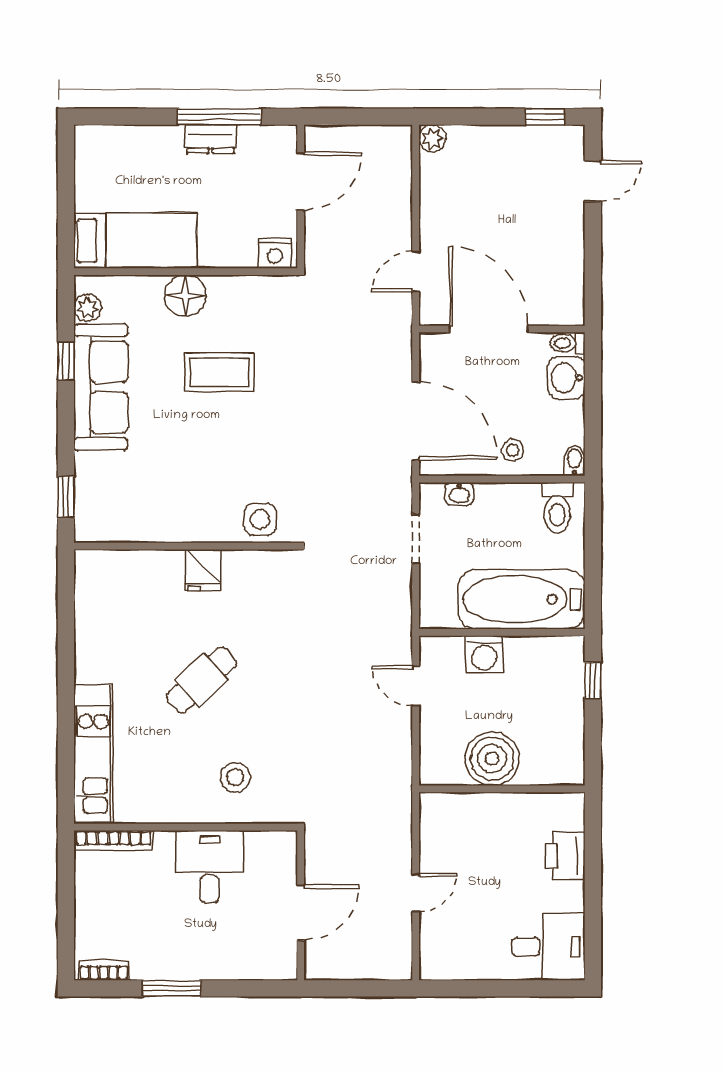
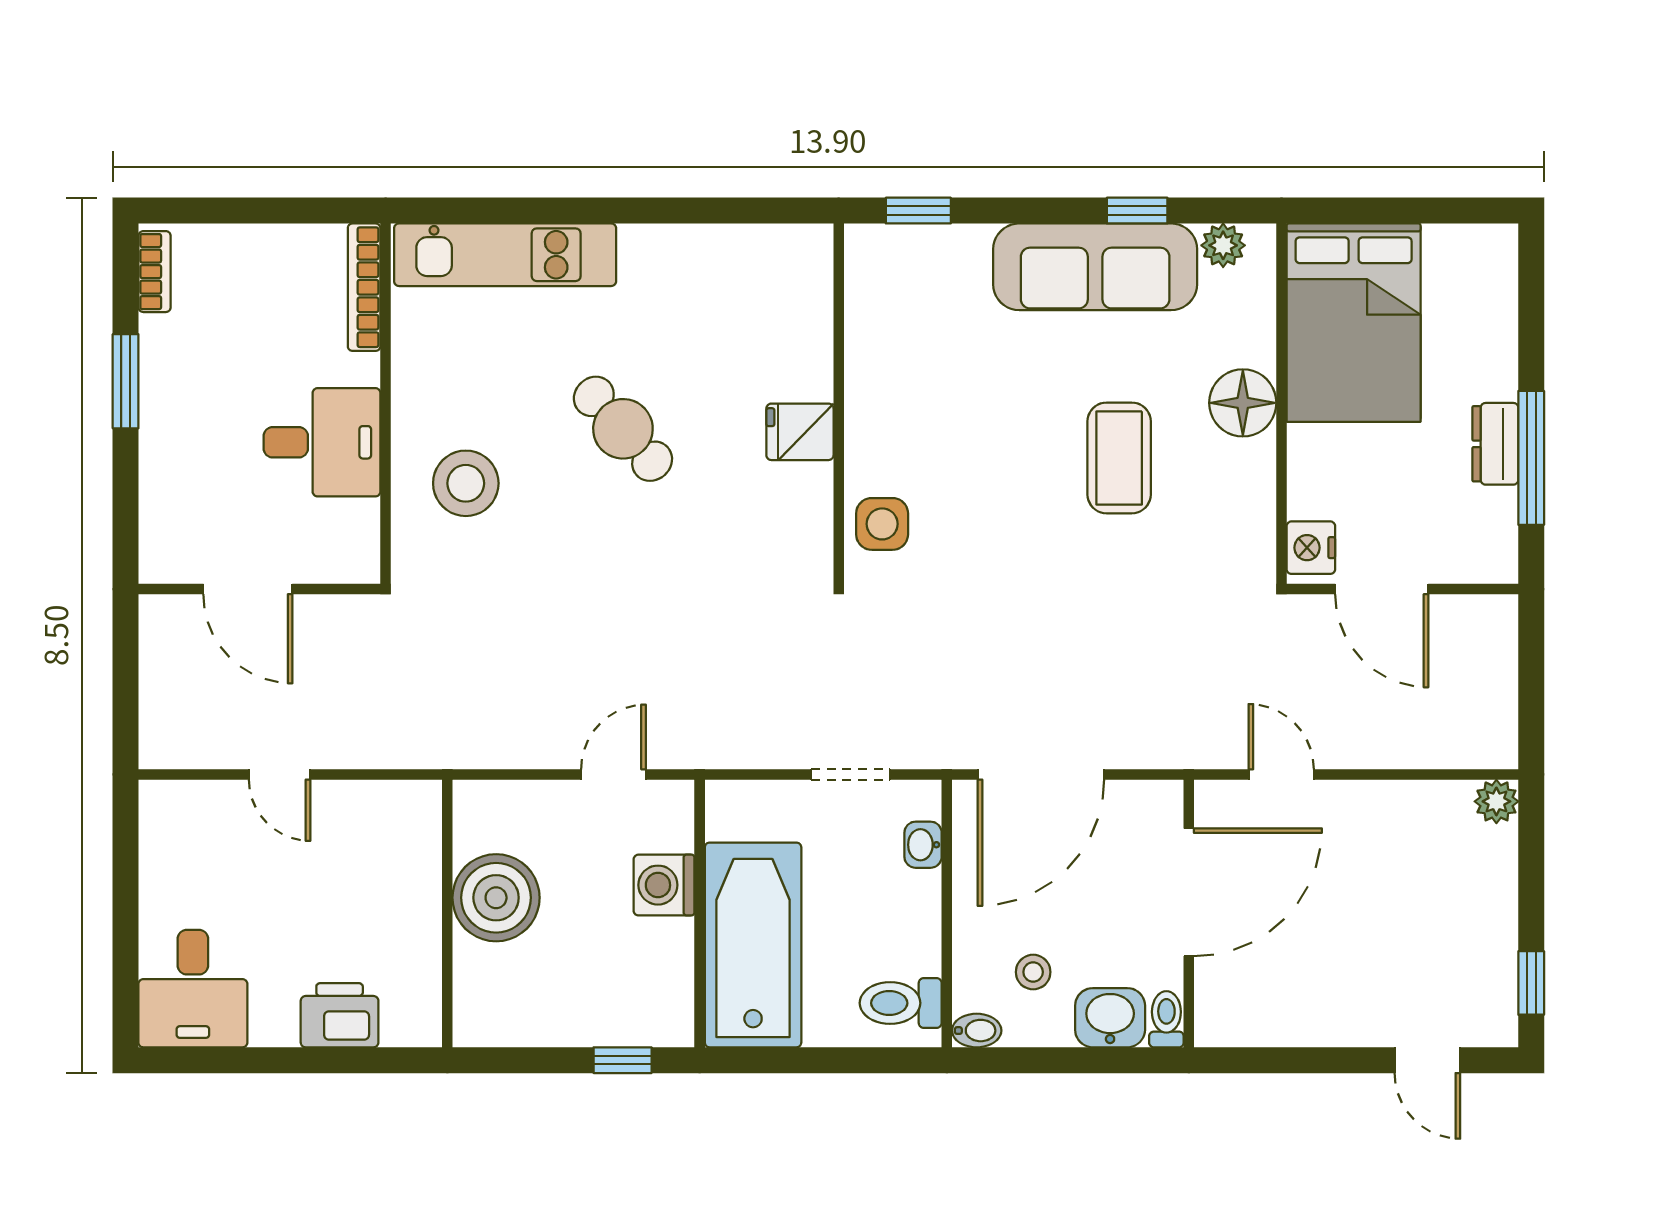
door: (301, 181) -> (1382, 589), moved
bed: (135, 241) -> (1354, 323), width x1.50
stool: (513, 450) -> (1033, 972), moved
stool: (235, 777) -> (466, 483), width x1.38, depth x1.38

